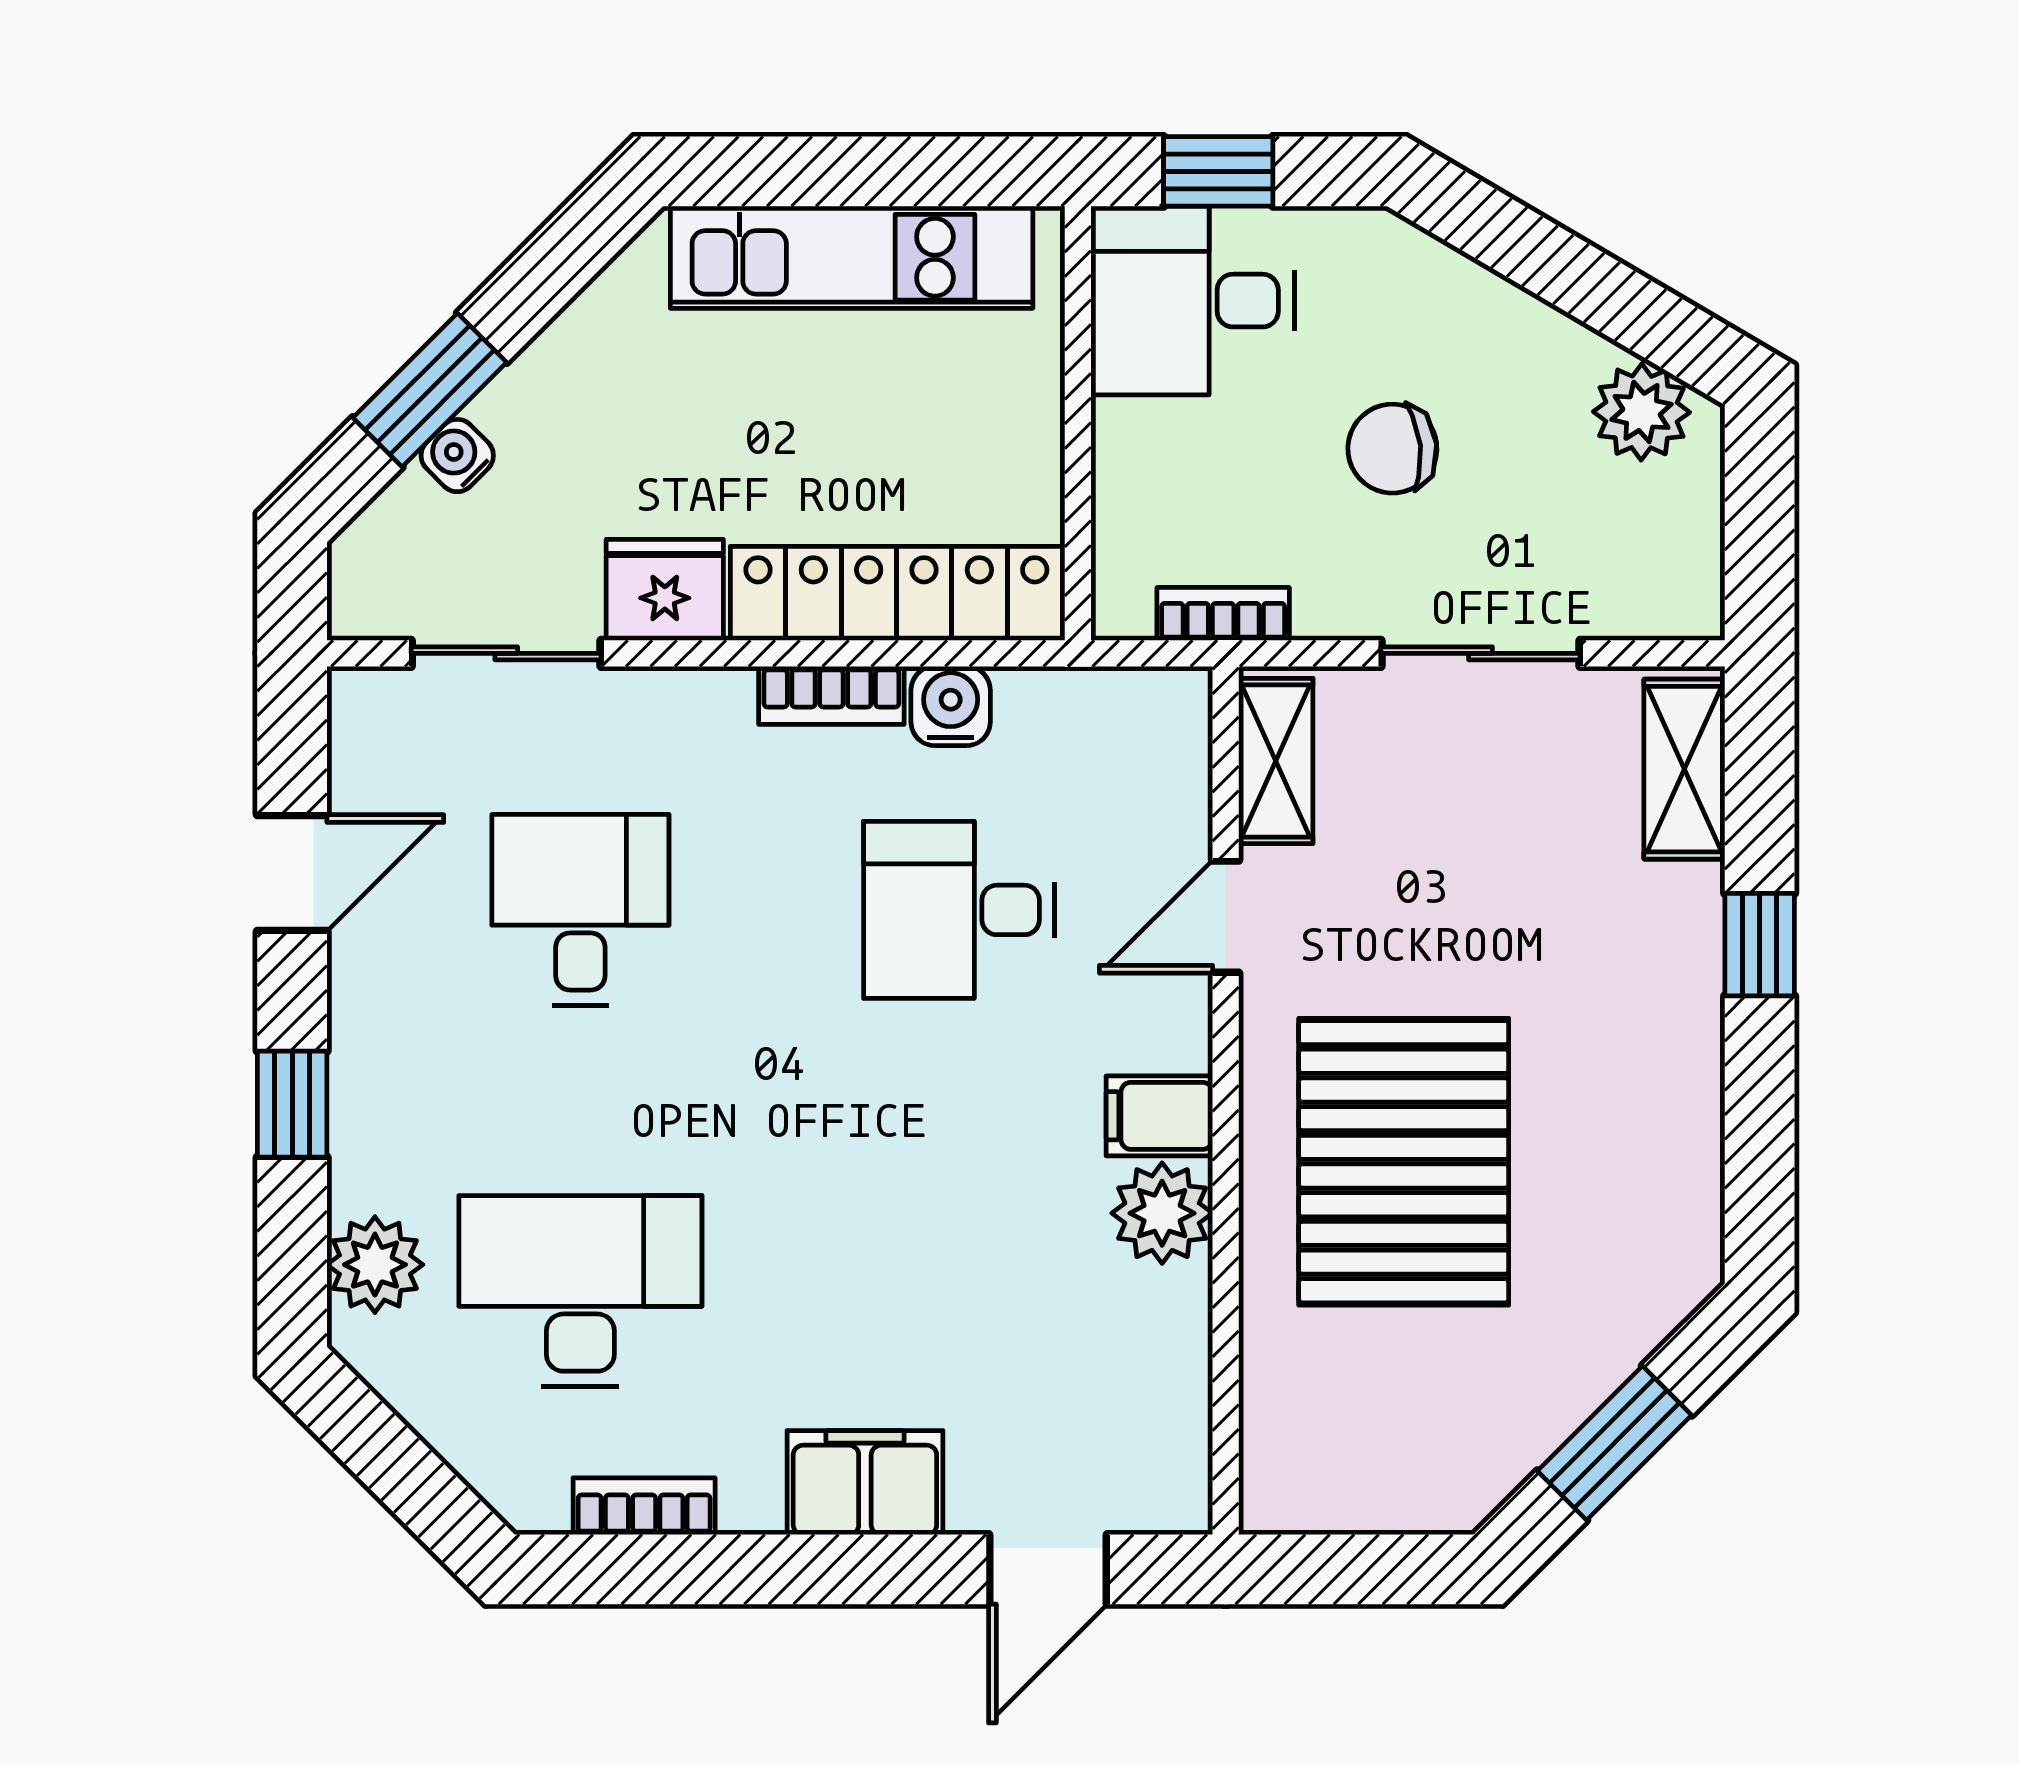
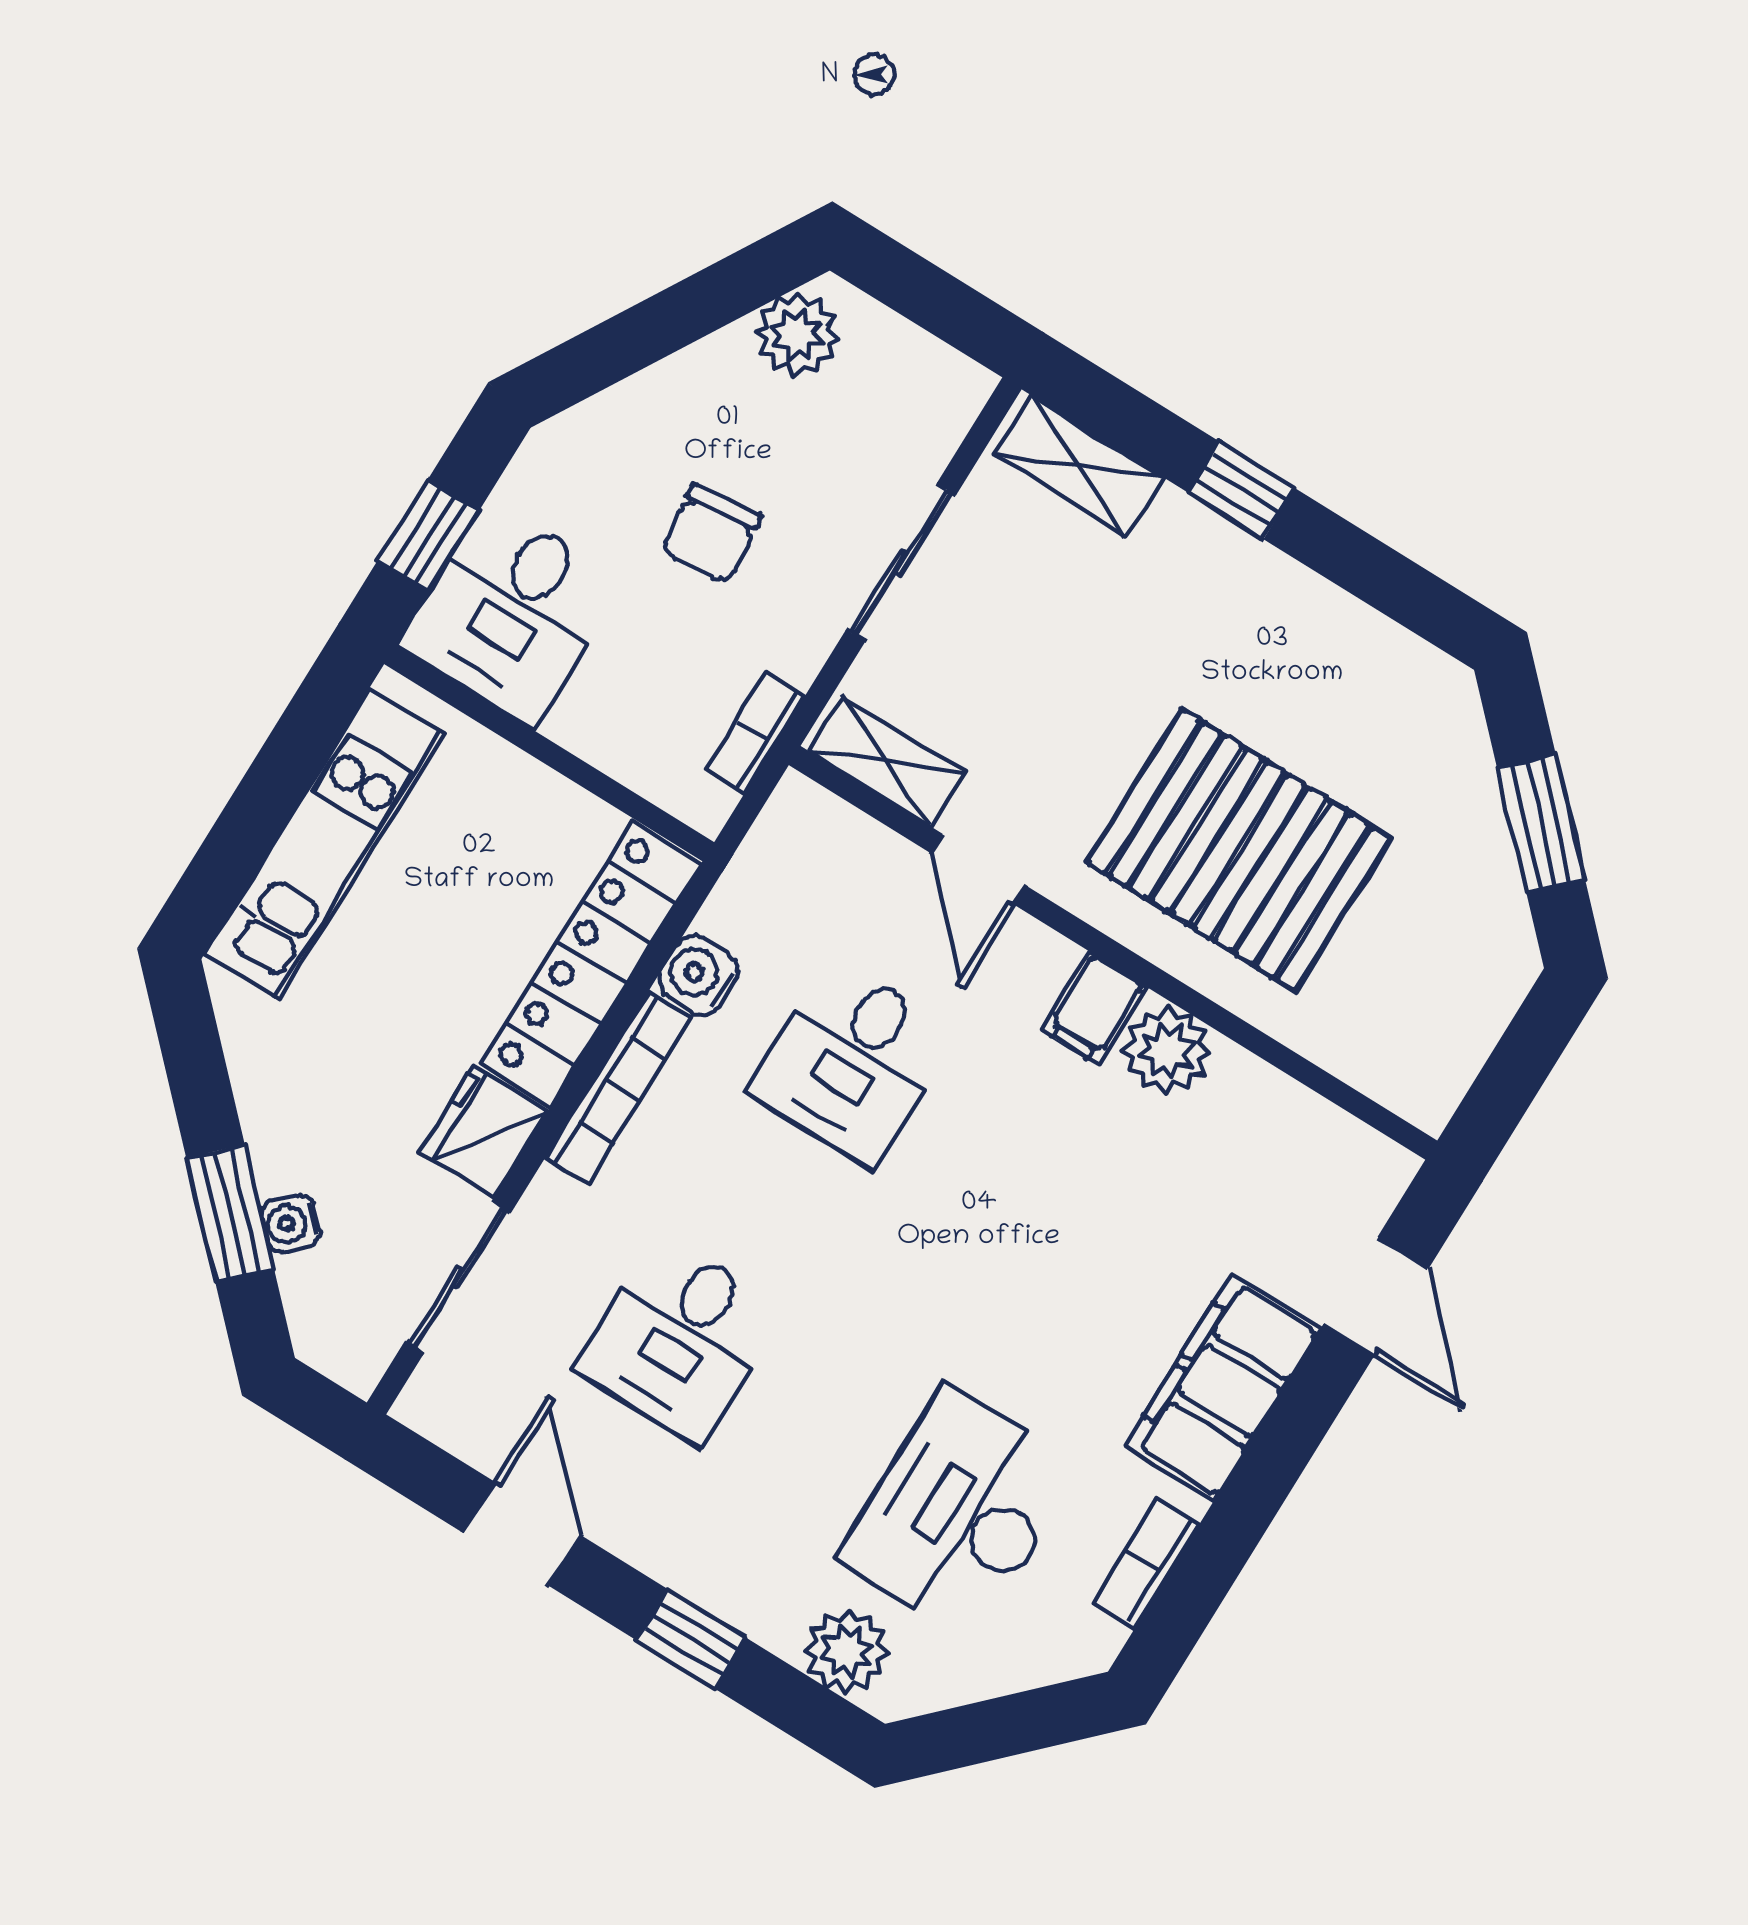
bookcase: (831, 695) -> (618, 1088), width x1.56
desk: (580, 910) -> (680, 1339), turned -90
filing cabinet: (865, 1483) -> (1223, 1387), width x1.50, depth x1.17

